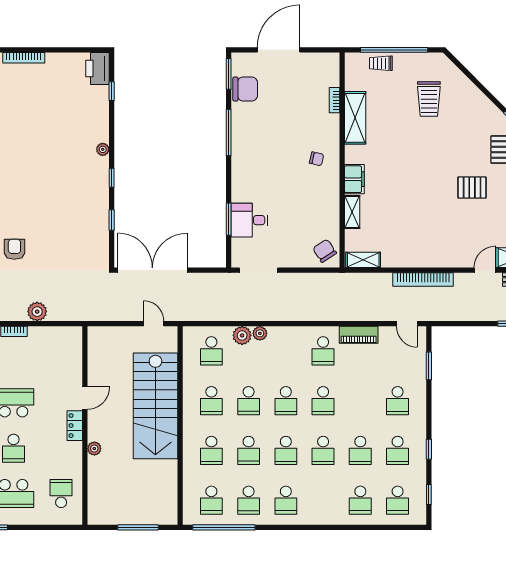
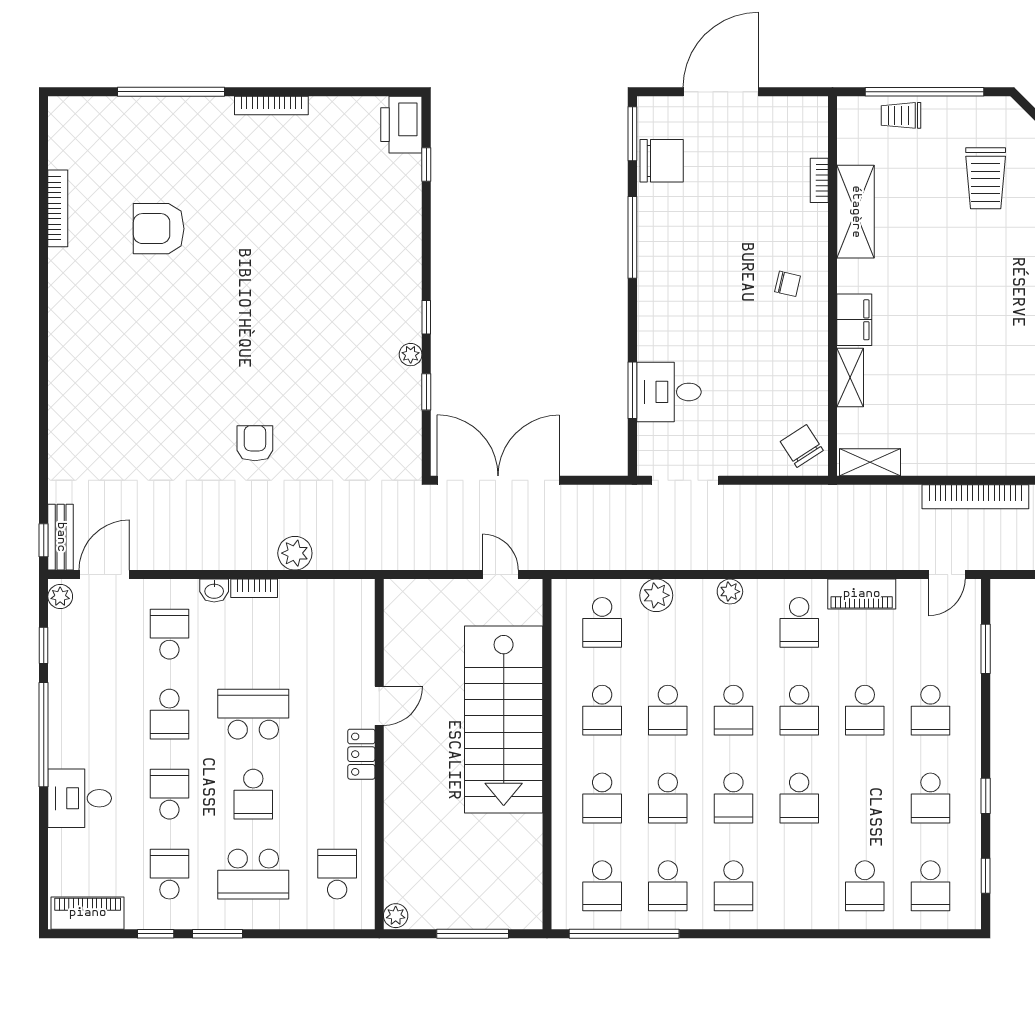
plant: (103, 149) -> (411, 355), moved
door: (407, 324) -> (947, 575), hinge flipped
plant: (260, 333) -> (730, 592), moved
plant: (94, 449) -> (396, 916), moved
school desk: (360, 450) -> (865, 710), moved

